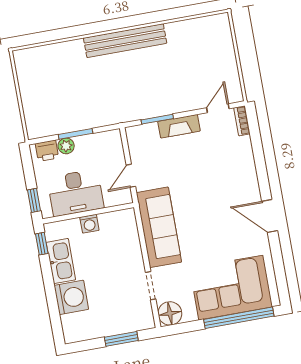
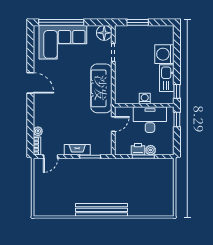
plant: (245, 144) -> (38, 131), added
printer: (47, 151) -> (138, 149), moved

